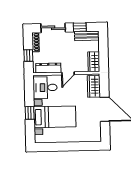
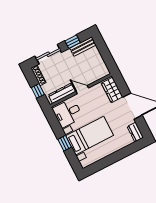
wardrobe: (94, 62) -> (101, 67), removed
door: (68, 73) -> (82, 90), swing flipped
dresser: (96, 133) -> (135, 132), added

